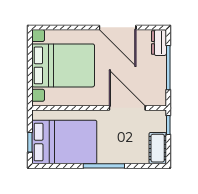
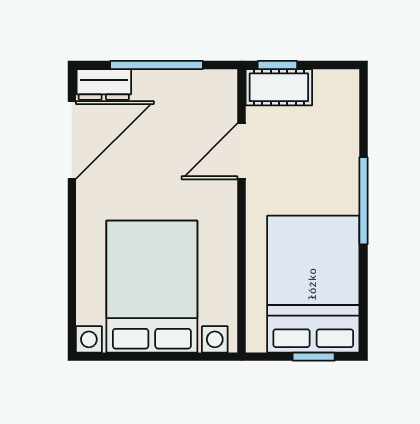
door: (118, 27) -> (72, 140), moved
door: (127, 108) -> (241, 151), width x0.73
cot: (158, 148) -> (279, 87), moved

